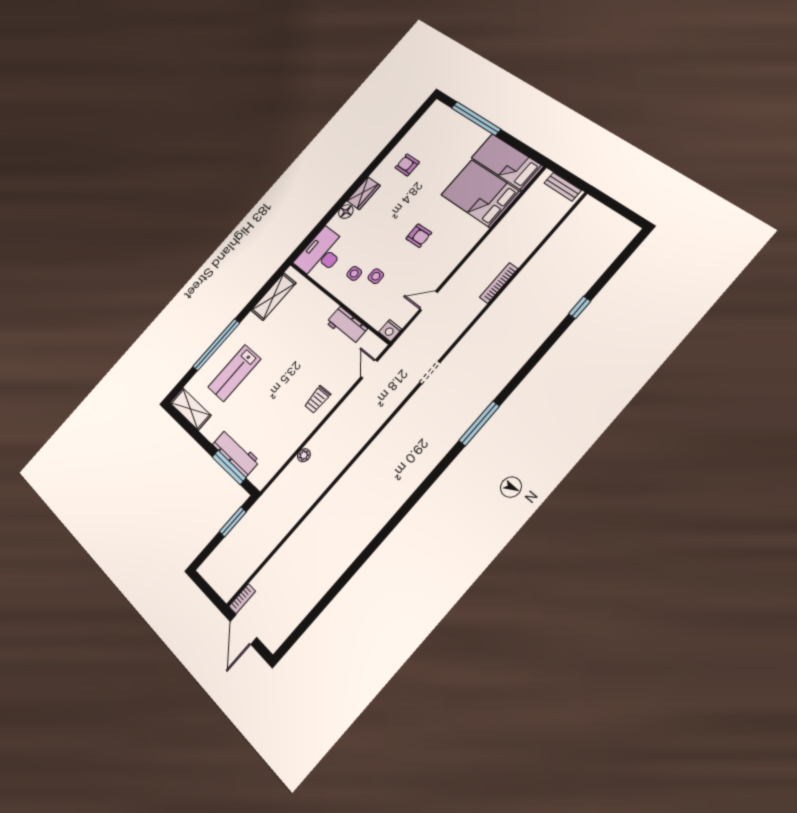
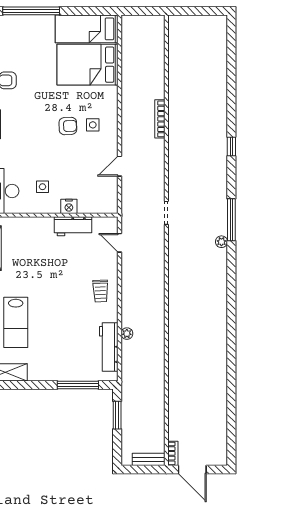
bench: (563, 187) -> (149, 459), moved
side table: (376, 276) -> (93, 125), moved
window: (580, 308) -> (231, 146), moved
nightstand: (390, 331) -> (69, 206), moved
plant: (453, 437) -> (221, 242), added
workbench: (236, 453) -> (109, 347), moved, turned -90

